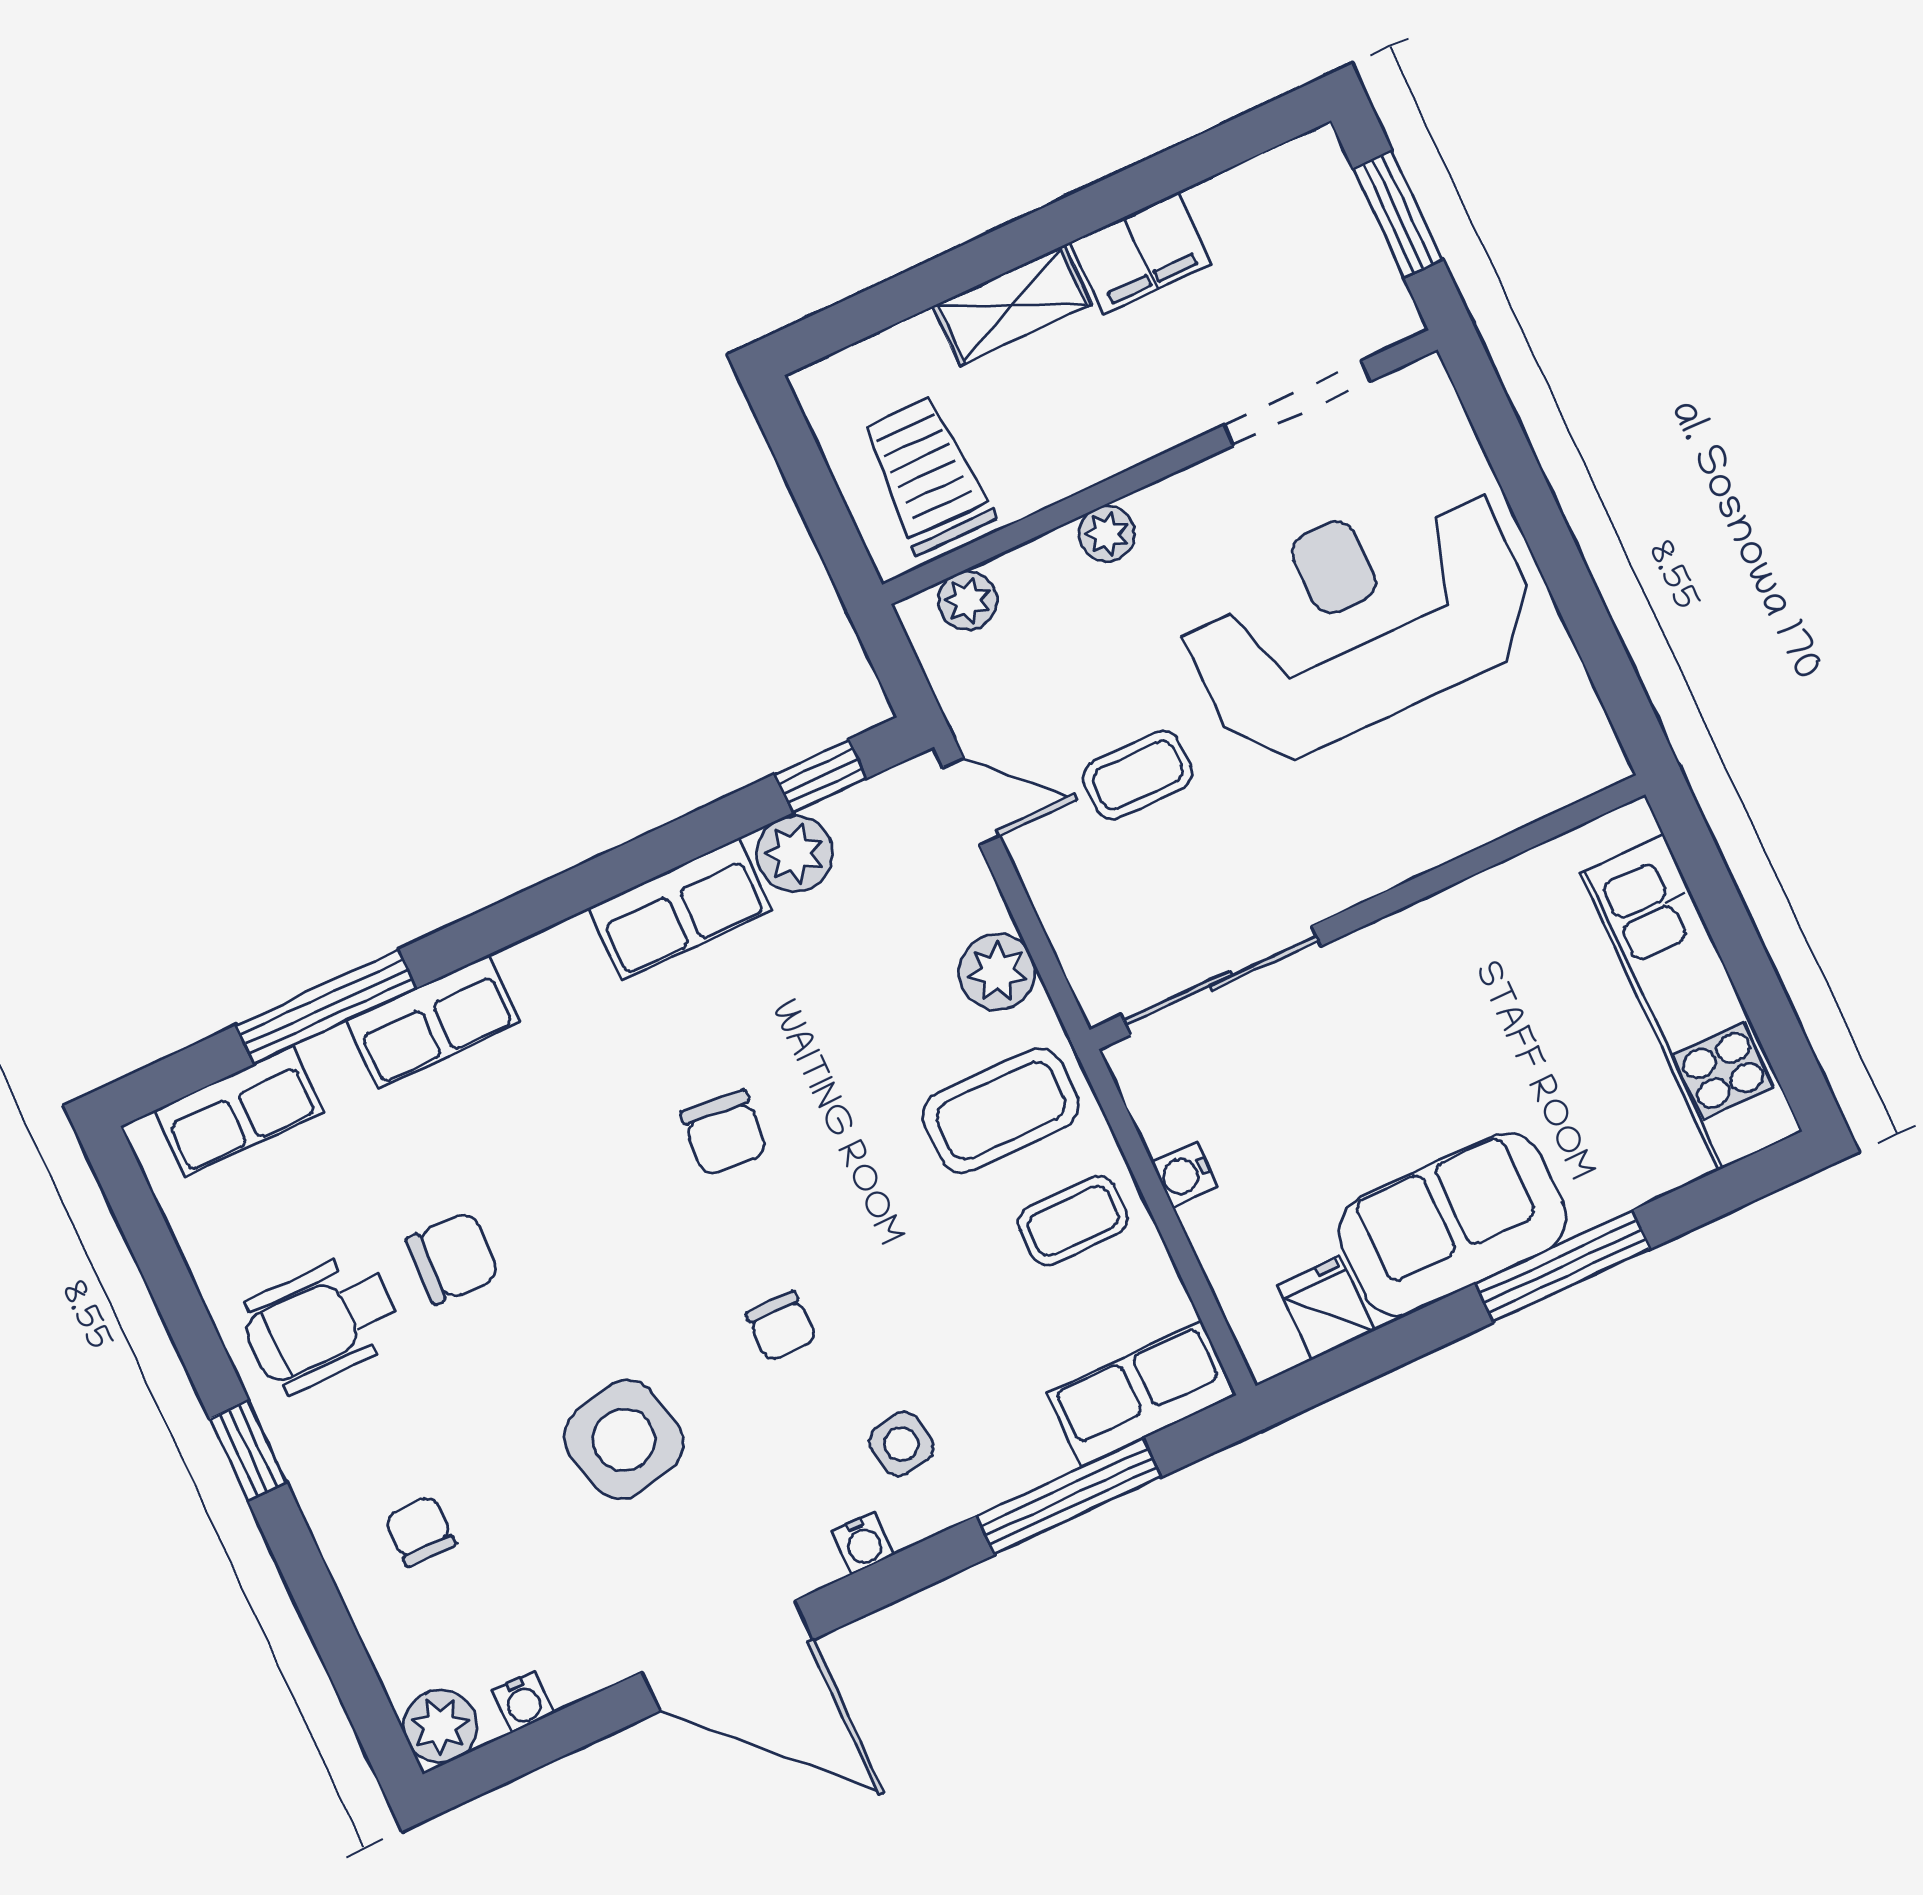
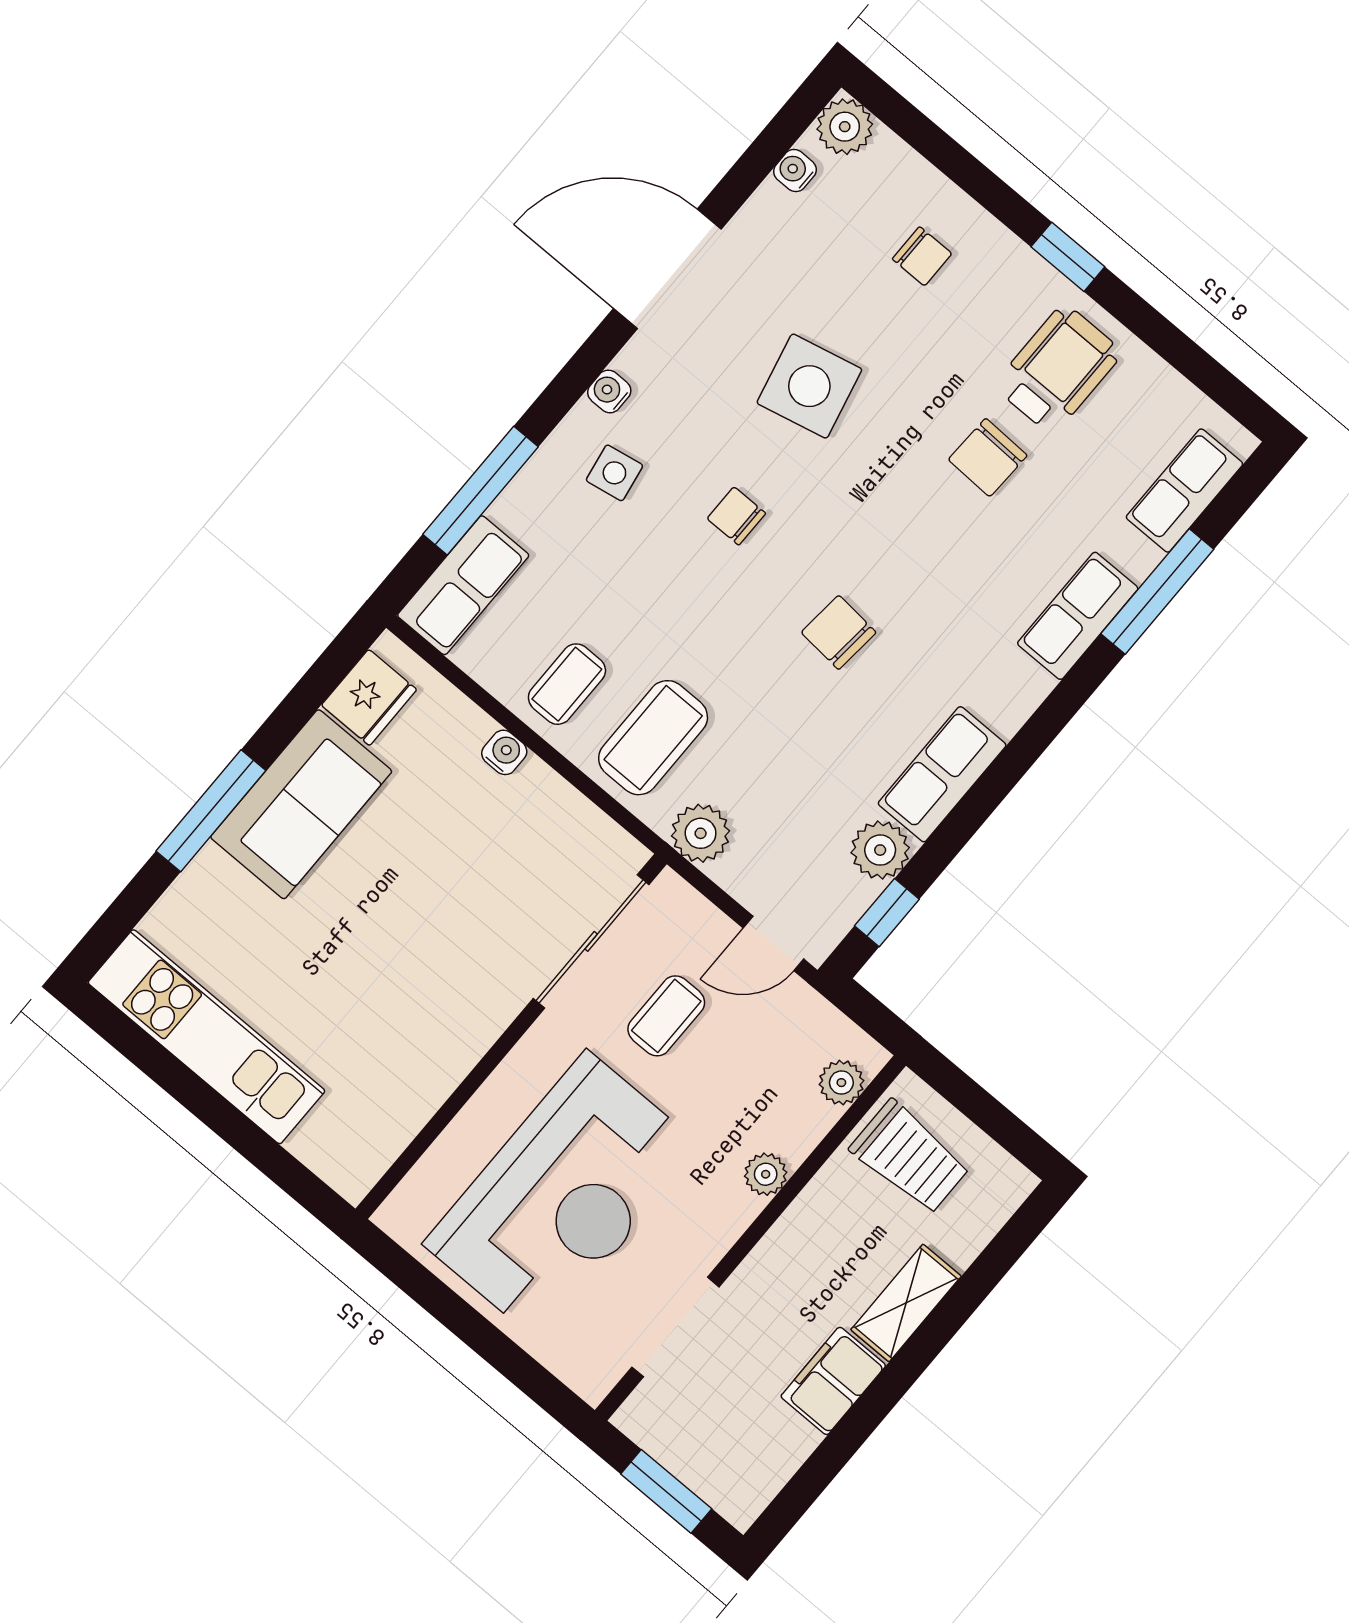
wall: (1367, 912) -> (511, 1036), moved
sliding door: (1221, 980) -> (591, 941), moved
fridge: (1326, 1308) -> (369, 697), width x1.38

